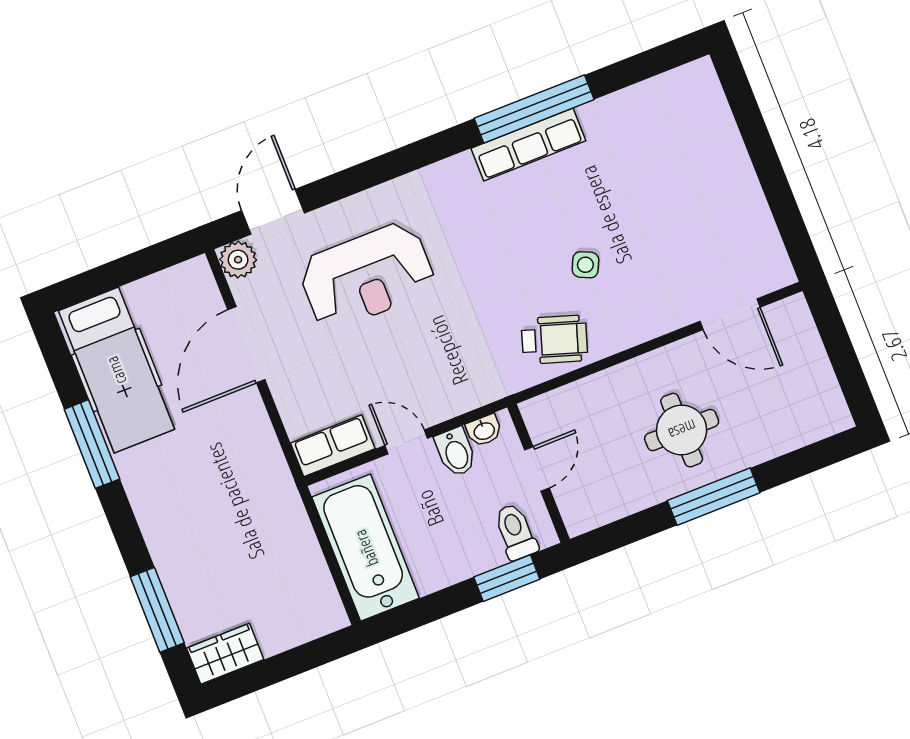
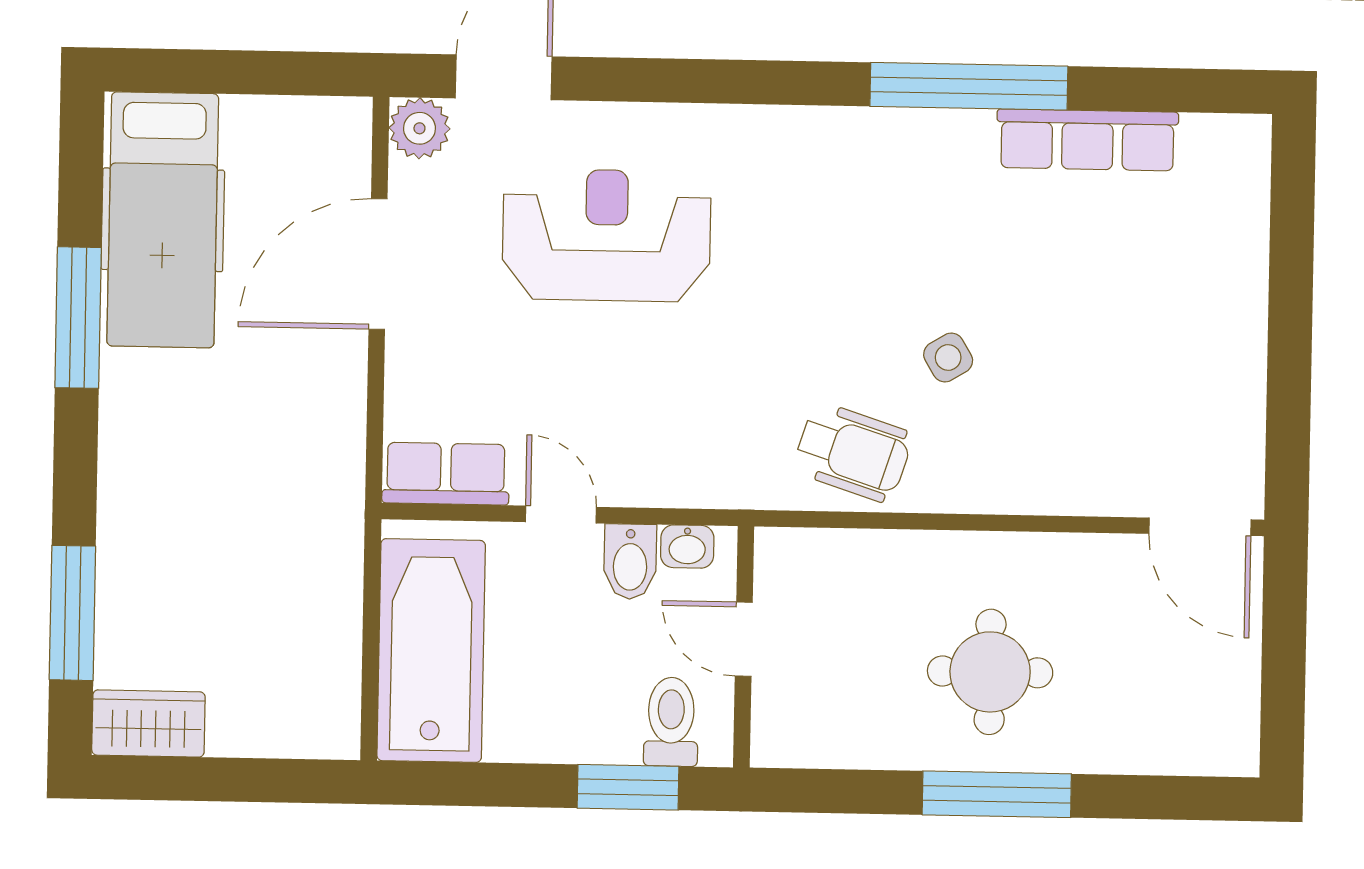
row of seats: (528, 144) -> (1087, 140), moved
side table: (585, 265) -> (948, 358), turned 34
reception desk: (367, 276) -> (606, 235), turned 180
door: (730, 314) -> (1200, 527), moved
door: (537, 469) -> (744, 639), swing flipped

